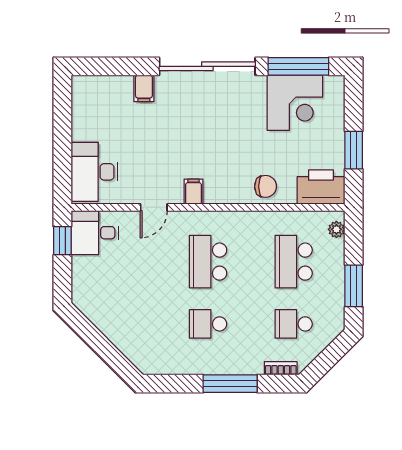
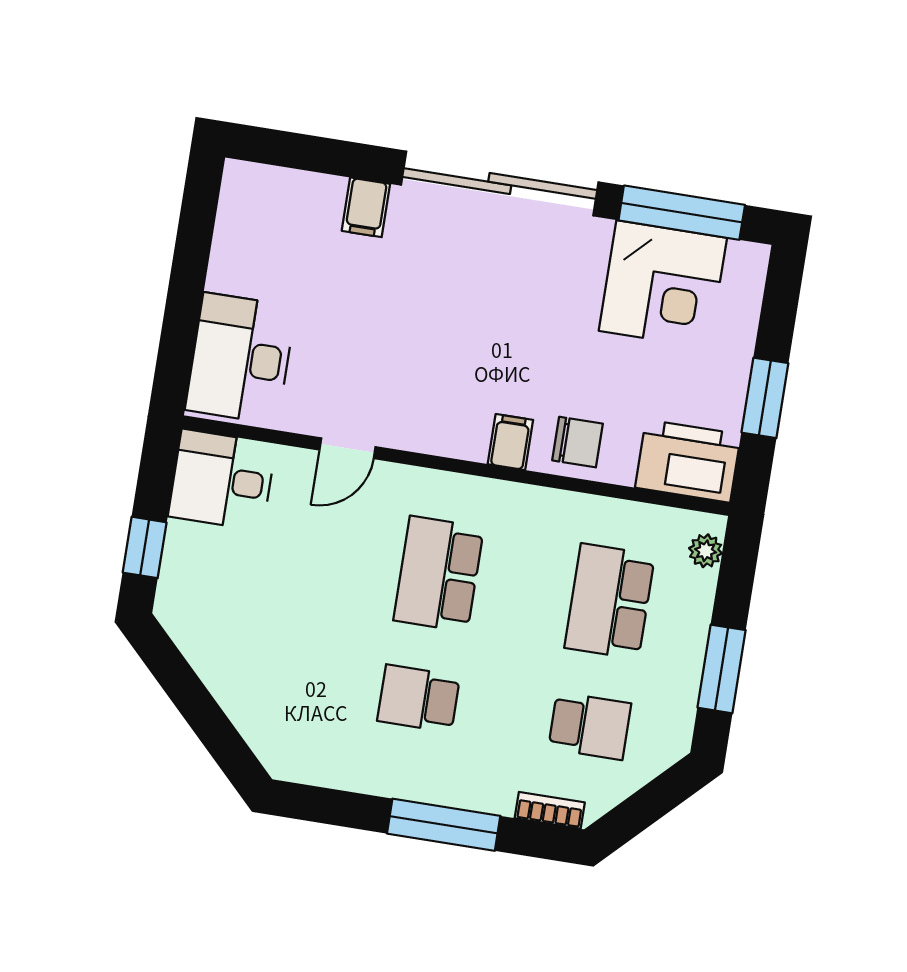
filing cabinet: (193, 192) -> (510, 442), moved
window: (62, 241) -> (145, 547), moved
school desk: (294, 324) -> (590, 726), turned 180

